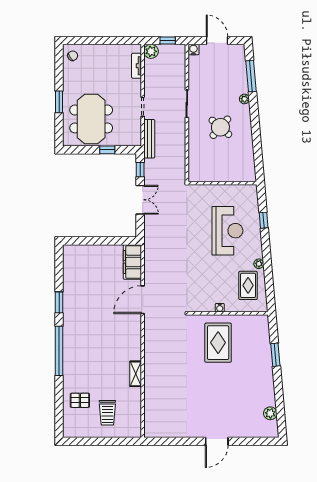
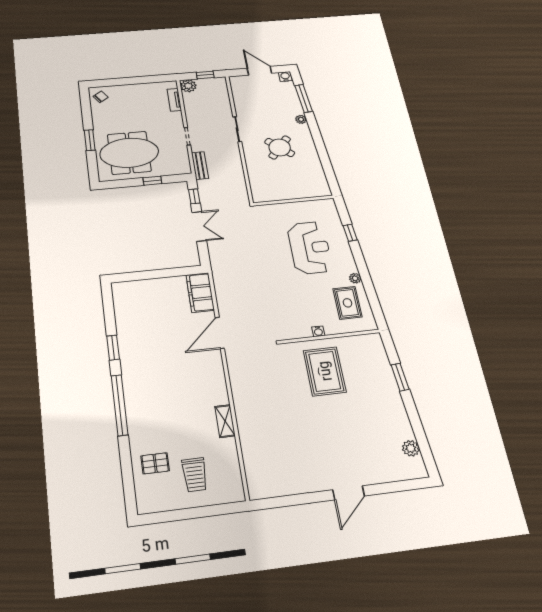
water cooler: (193, 50) -> (285, 77), moved
meeting table: (91, 119) -> (129, 153), turned 90
bench: (149, 139) -> (200, 166), width x0.73

